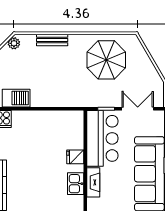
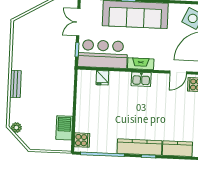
bench: (52, 40) -> (15, 84), moved
parasol: (106, 60) -> (34, 48), removed
fridge: (75, 157) -> (102, 78), moved

